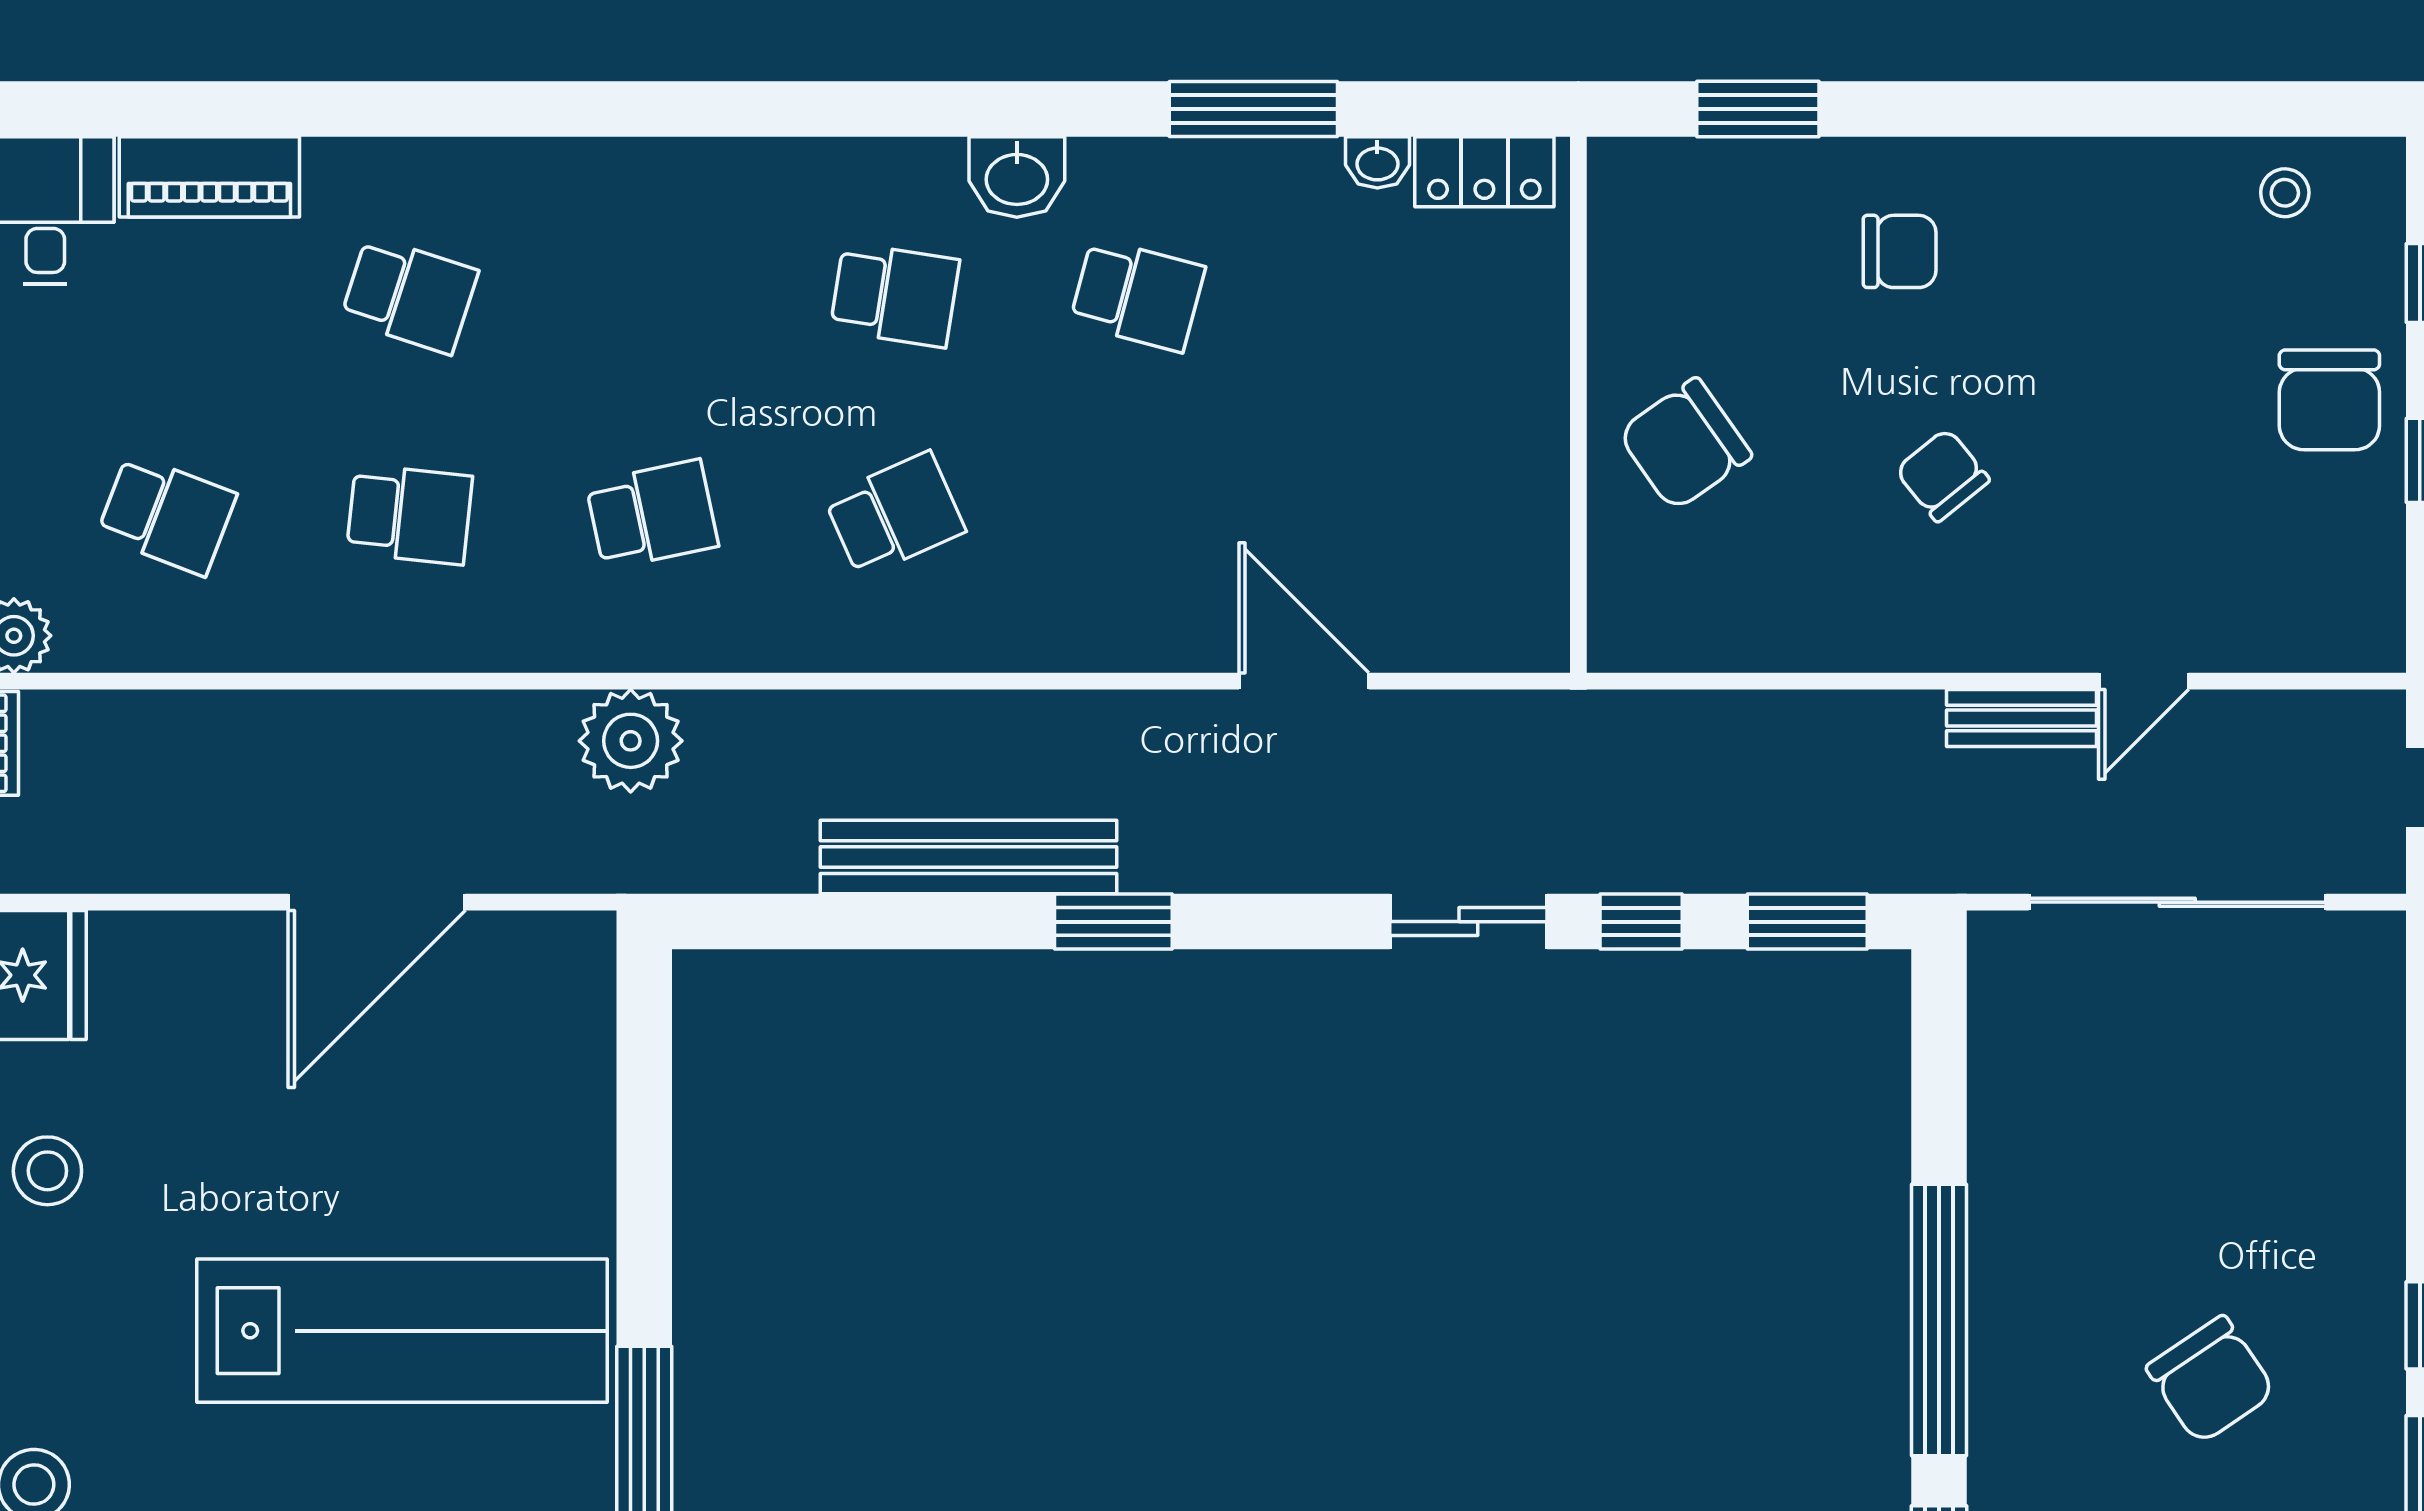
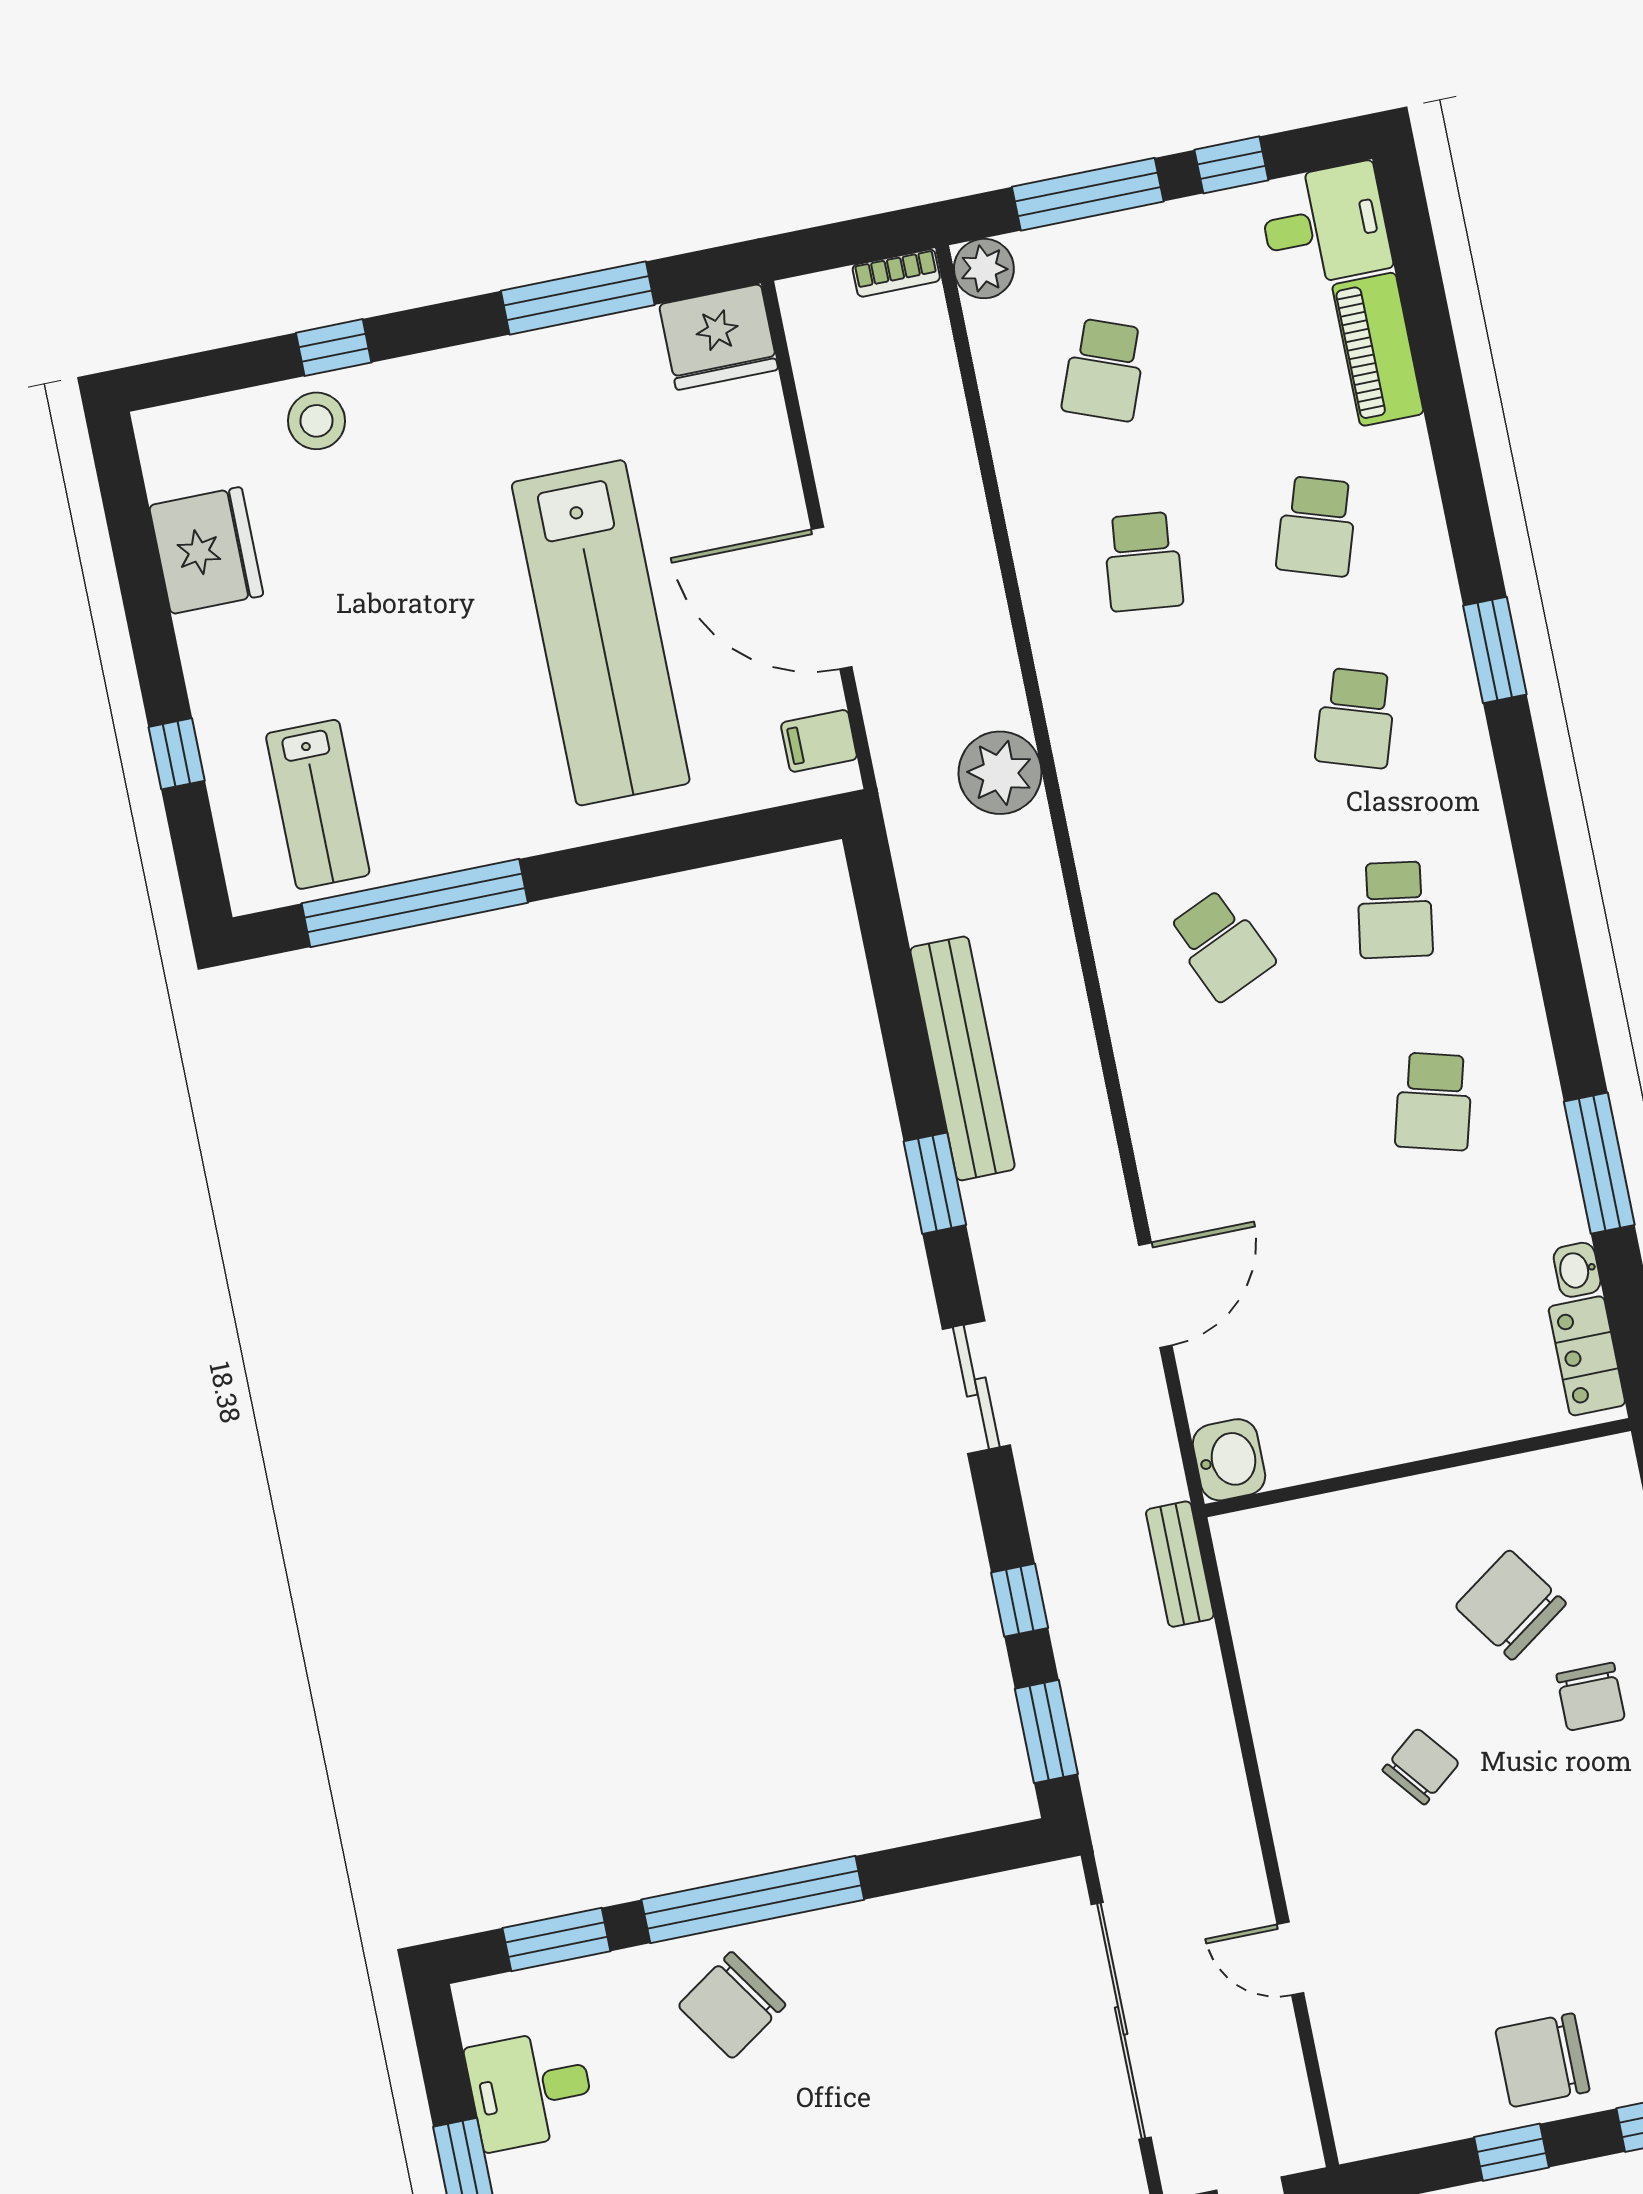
window: (604, 109) -> (1495, 650), added
washbasin: (1017, 177) -> (1229, 1460), moved, turned 180
chair: (1685, 444) -> (1511, 1605), moved
school desk: (652, 515) -> (1356, 718), moved, turned 30
bench: (2022, 718) -> (1180, 1564), moved
sliding door: (1468, 922) -> (976, 1387), moved
filing cabinet: (547, 953) -> (819, 741), added
stool: (47, 1171) -> (566, 381), removed
lab bench: (402, 1331) -> (601, 633), moved
chair: (2211, 1380) -> (732, 2005), moved

